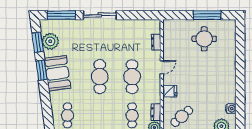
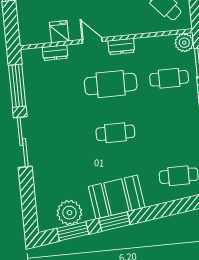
window: (61, 15) -> (17, 86), moved
cafe table: (100, 77) -> (115, 133), width x0.73, depth x0.74
fridge: (170, 91) -> (59, 32), moved
dresser: (156, 112) -> (121, 47), moved

